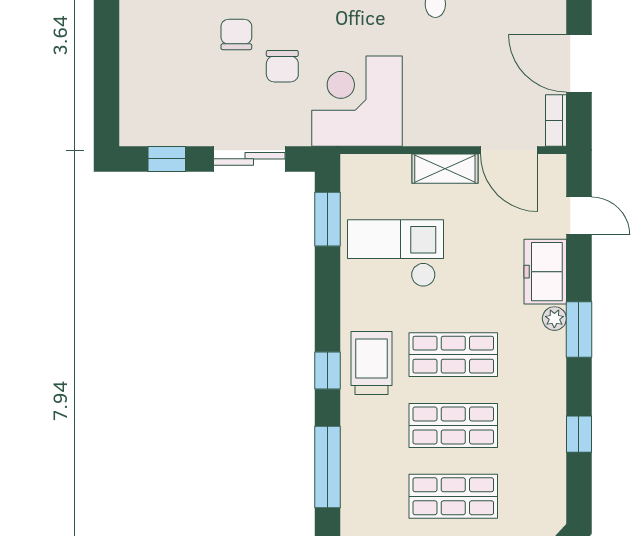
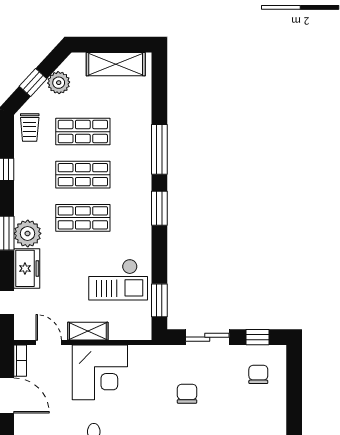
chair: (236, 34) -> (258, 374), moved, turned 180
corner desk: (357, 101) -> (100, 372), moved
door: (509, 150) -> (49, 343), width x0.73
plant: (554, 319) -> (28, 233), width x1.88, depth x1.88
trolley: (372, 363) -> (30, 127), moved, width x0.73, depth x0.72
window: (328, 370) -> (159, 208), width x1.50

